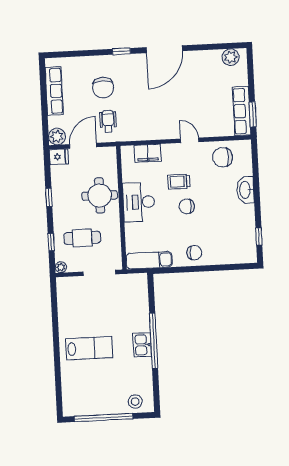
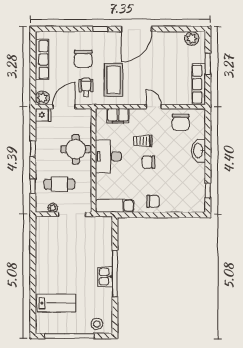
coffee table: (140, 111) -> (113, 80), added
window: (253, 114) -> (208, 64), moved
chair: (223, 157) -> (181, 122), turned -90
plant: (61, 267) -> (53, 208), moved
lab bench: (89, 348) -> (56, 303), moved

